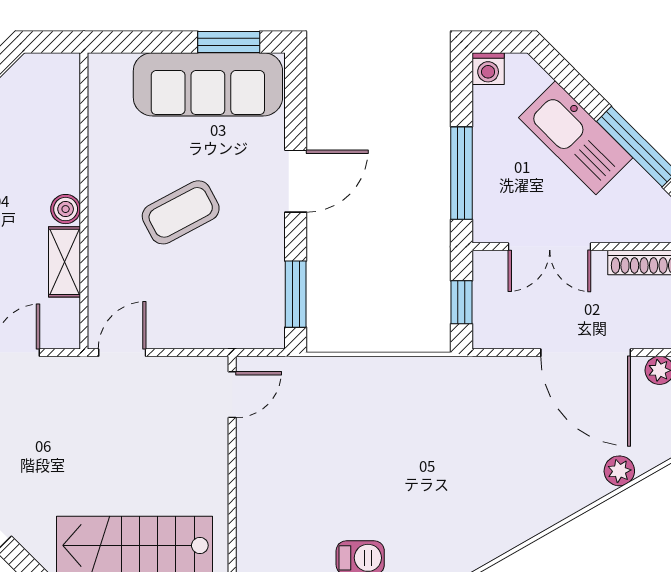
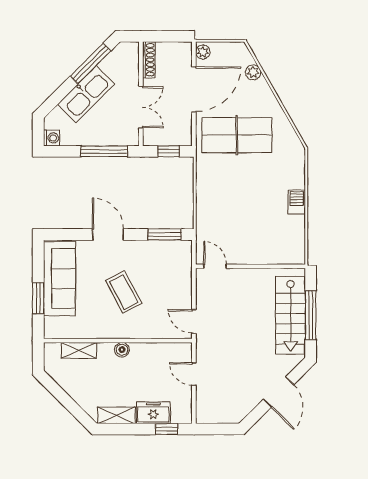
window: (229, 42) -> (38, 298), moved
shelving: (64, 262) -> (79, 350), moved
table tennis table: (494, 438) -> (237, 135), added

